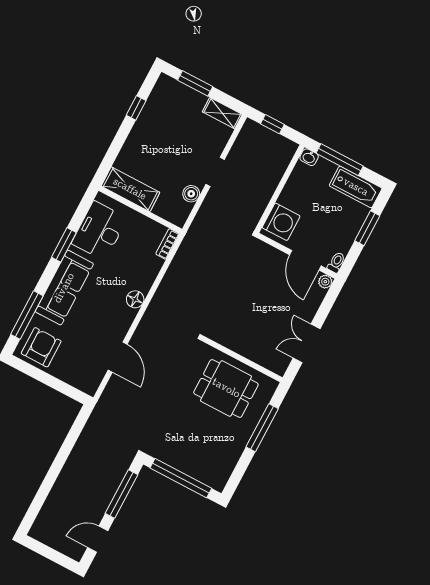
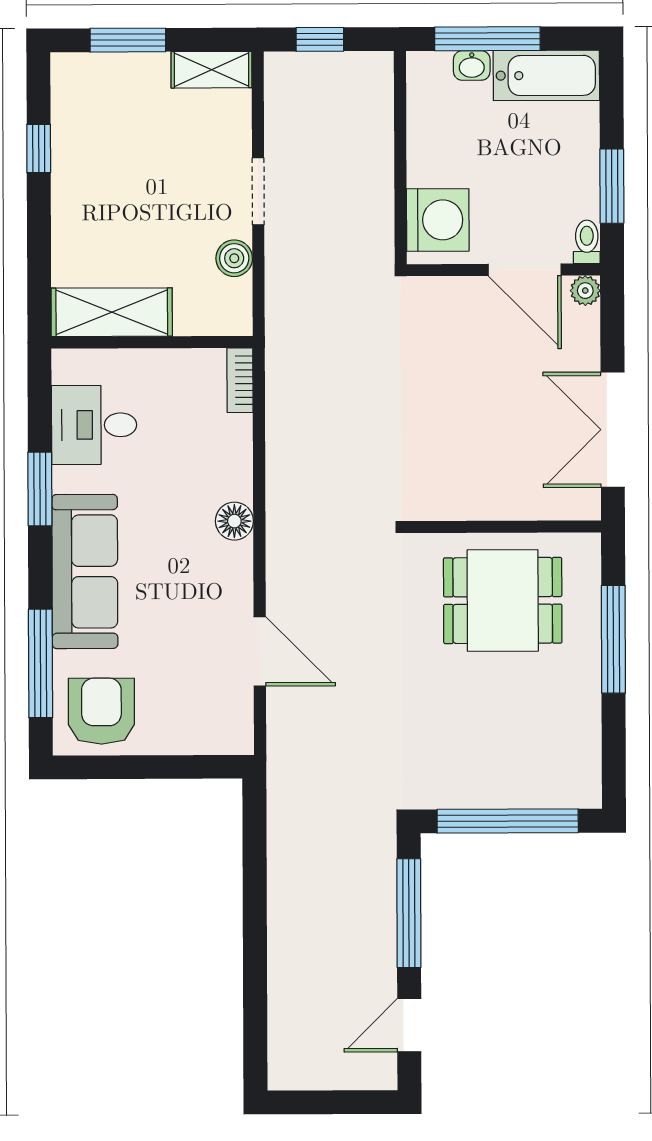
washbasin: (309, 157) -> (472, 65), moved
window: (367, 228) -> (612, 186), moved
desk: (99, 231) -> (94, 425), width x0.73
double door: (307, 343) -> (613, 430), width x1.37

